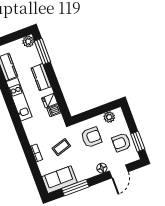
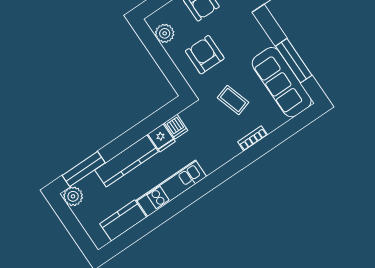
kitchen counter: (41, 77) -> (126, 161), width x1.50
floor lamp: (102, 168) -> (251, 25), removed
sofa: (59, 180) -> (282, 82), width x1.36

